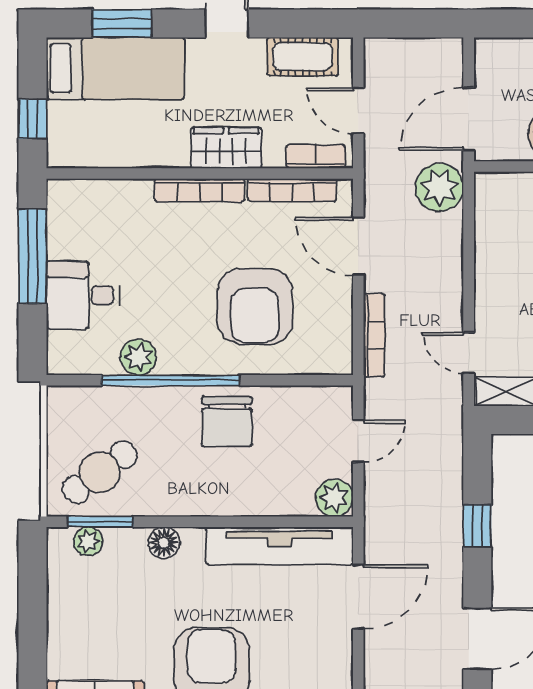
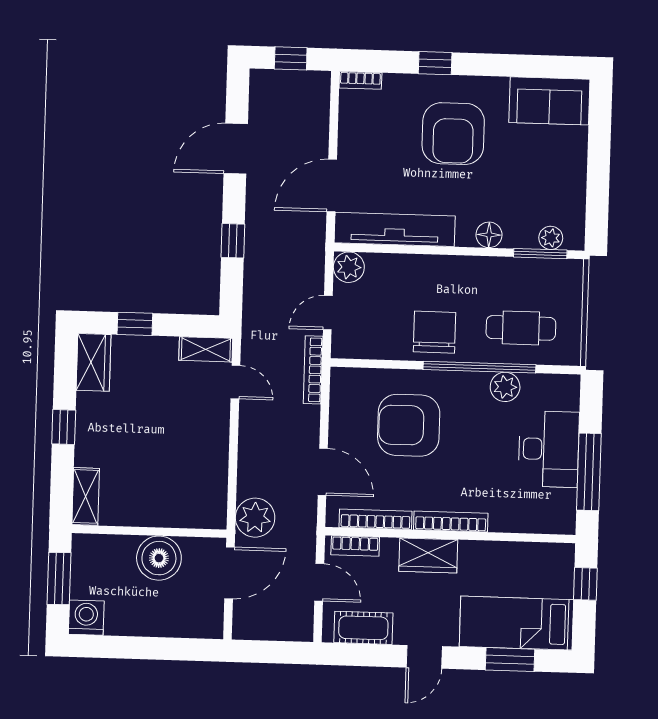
desk: (83, 295) -> (549, 449), width x1.37
armchair: (255, 306) -> (409, 425), turned -90
bookcase: (374, 335) -> (313, 370), moved
cafe table: (100, 472) -> (521, 328), moved, turned 36

